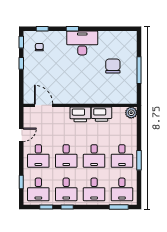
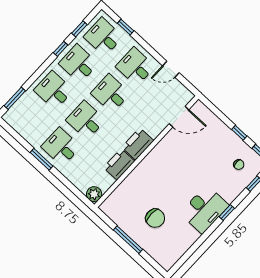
door: (21, 135) -> (171, 69), hinge flipped
desk: (122, 189) -> (29, 117), removed

